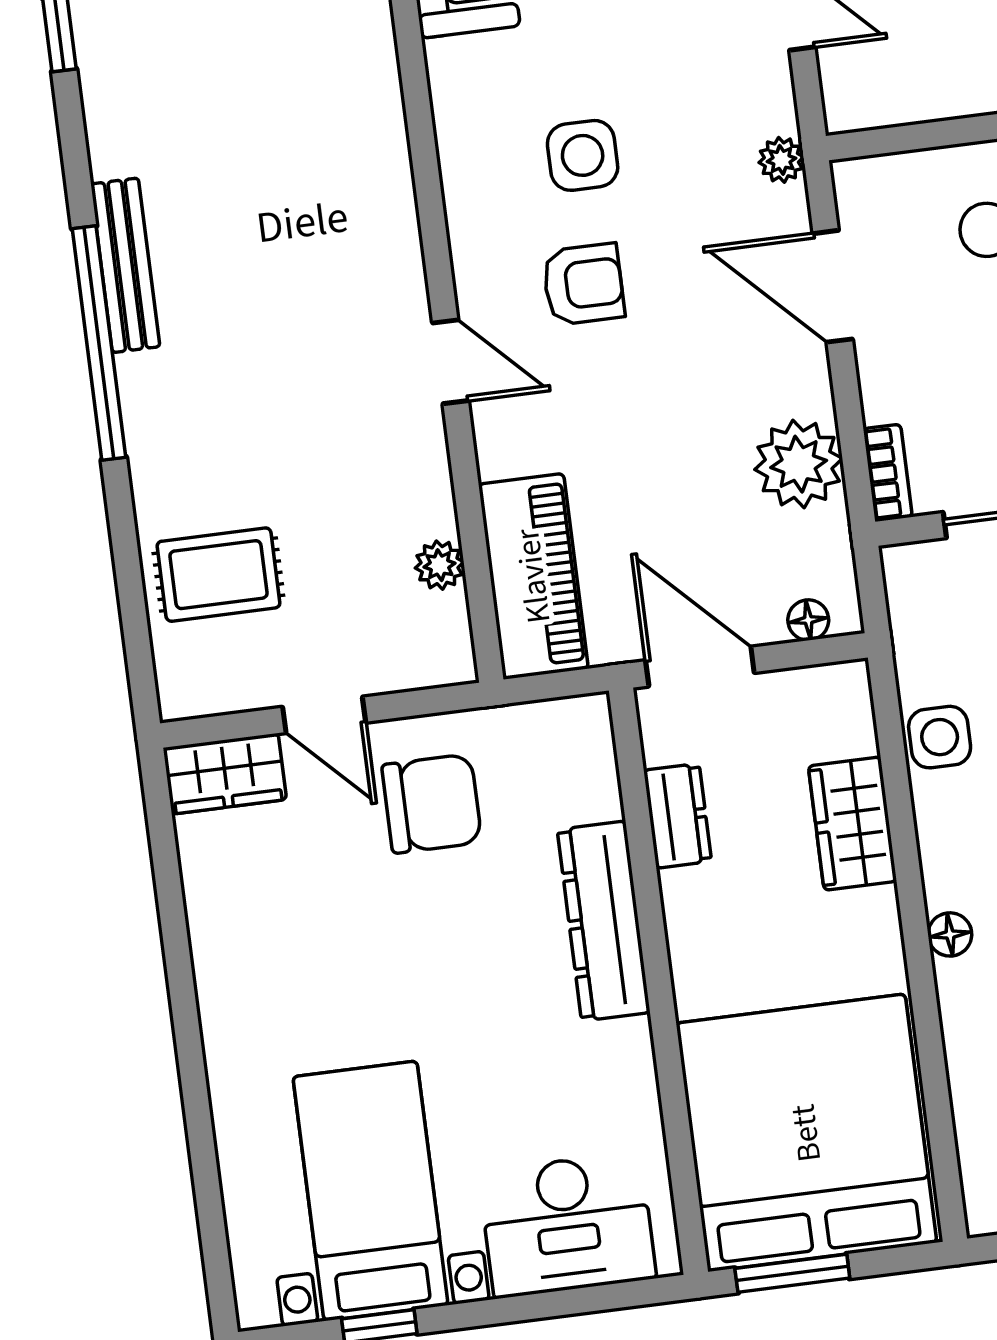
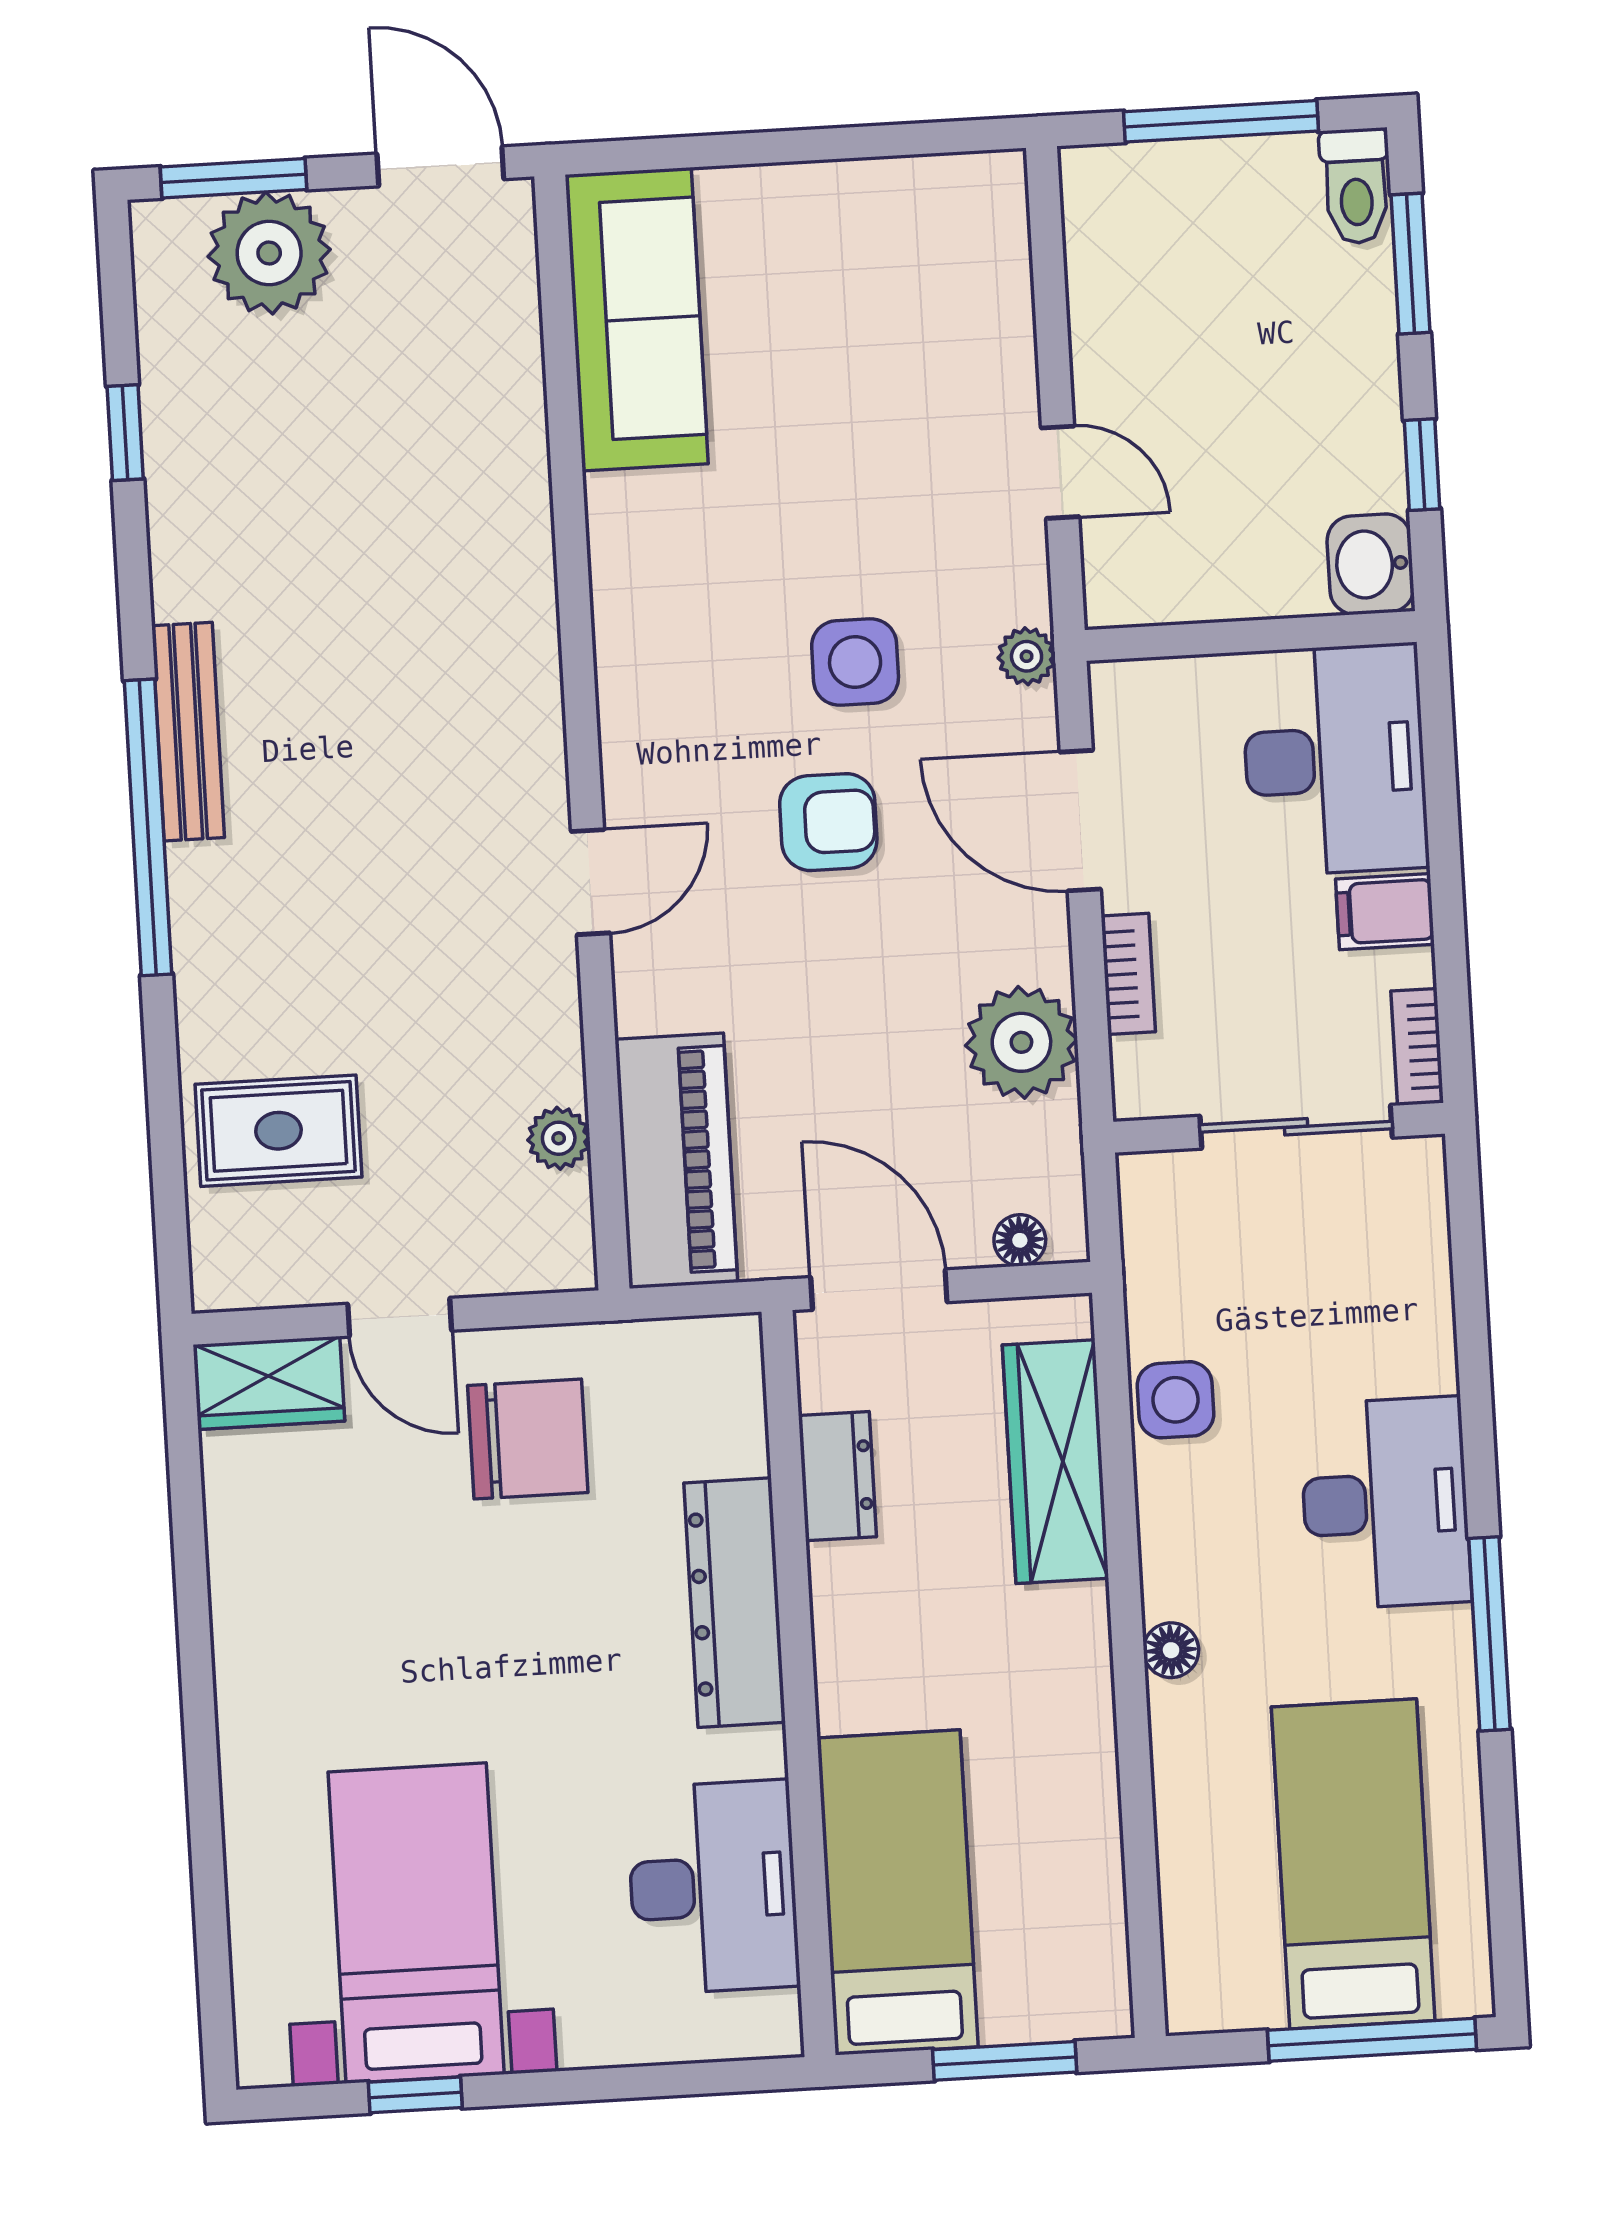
side table: (583, 155) -> (855, 662), moved
armchair: (583, 284) -> (828, 822), moved
door: (450, 362) -> (590, 882), hinge flipped
bookcase: (888, 473) -> (1128, 974), moved
wardrobe: (852, 824) -> (1055, 1462), width x1.50
bed: (806, 1133) -> (898, 1892), width x0.49
desk: (567, 1225) -> (713, 1887), moved, turned -90
window: (792, 1273) -> (1005, 2061), moved

